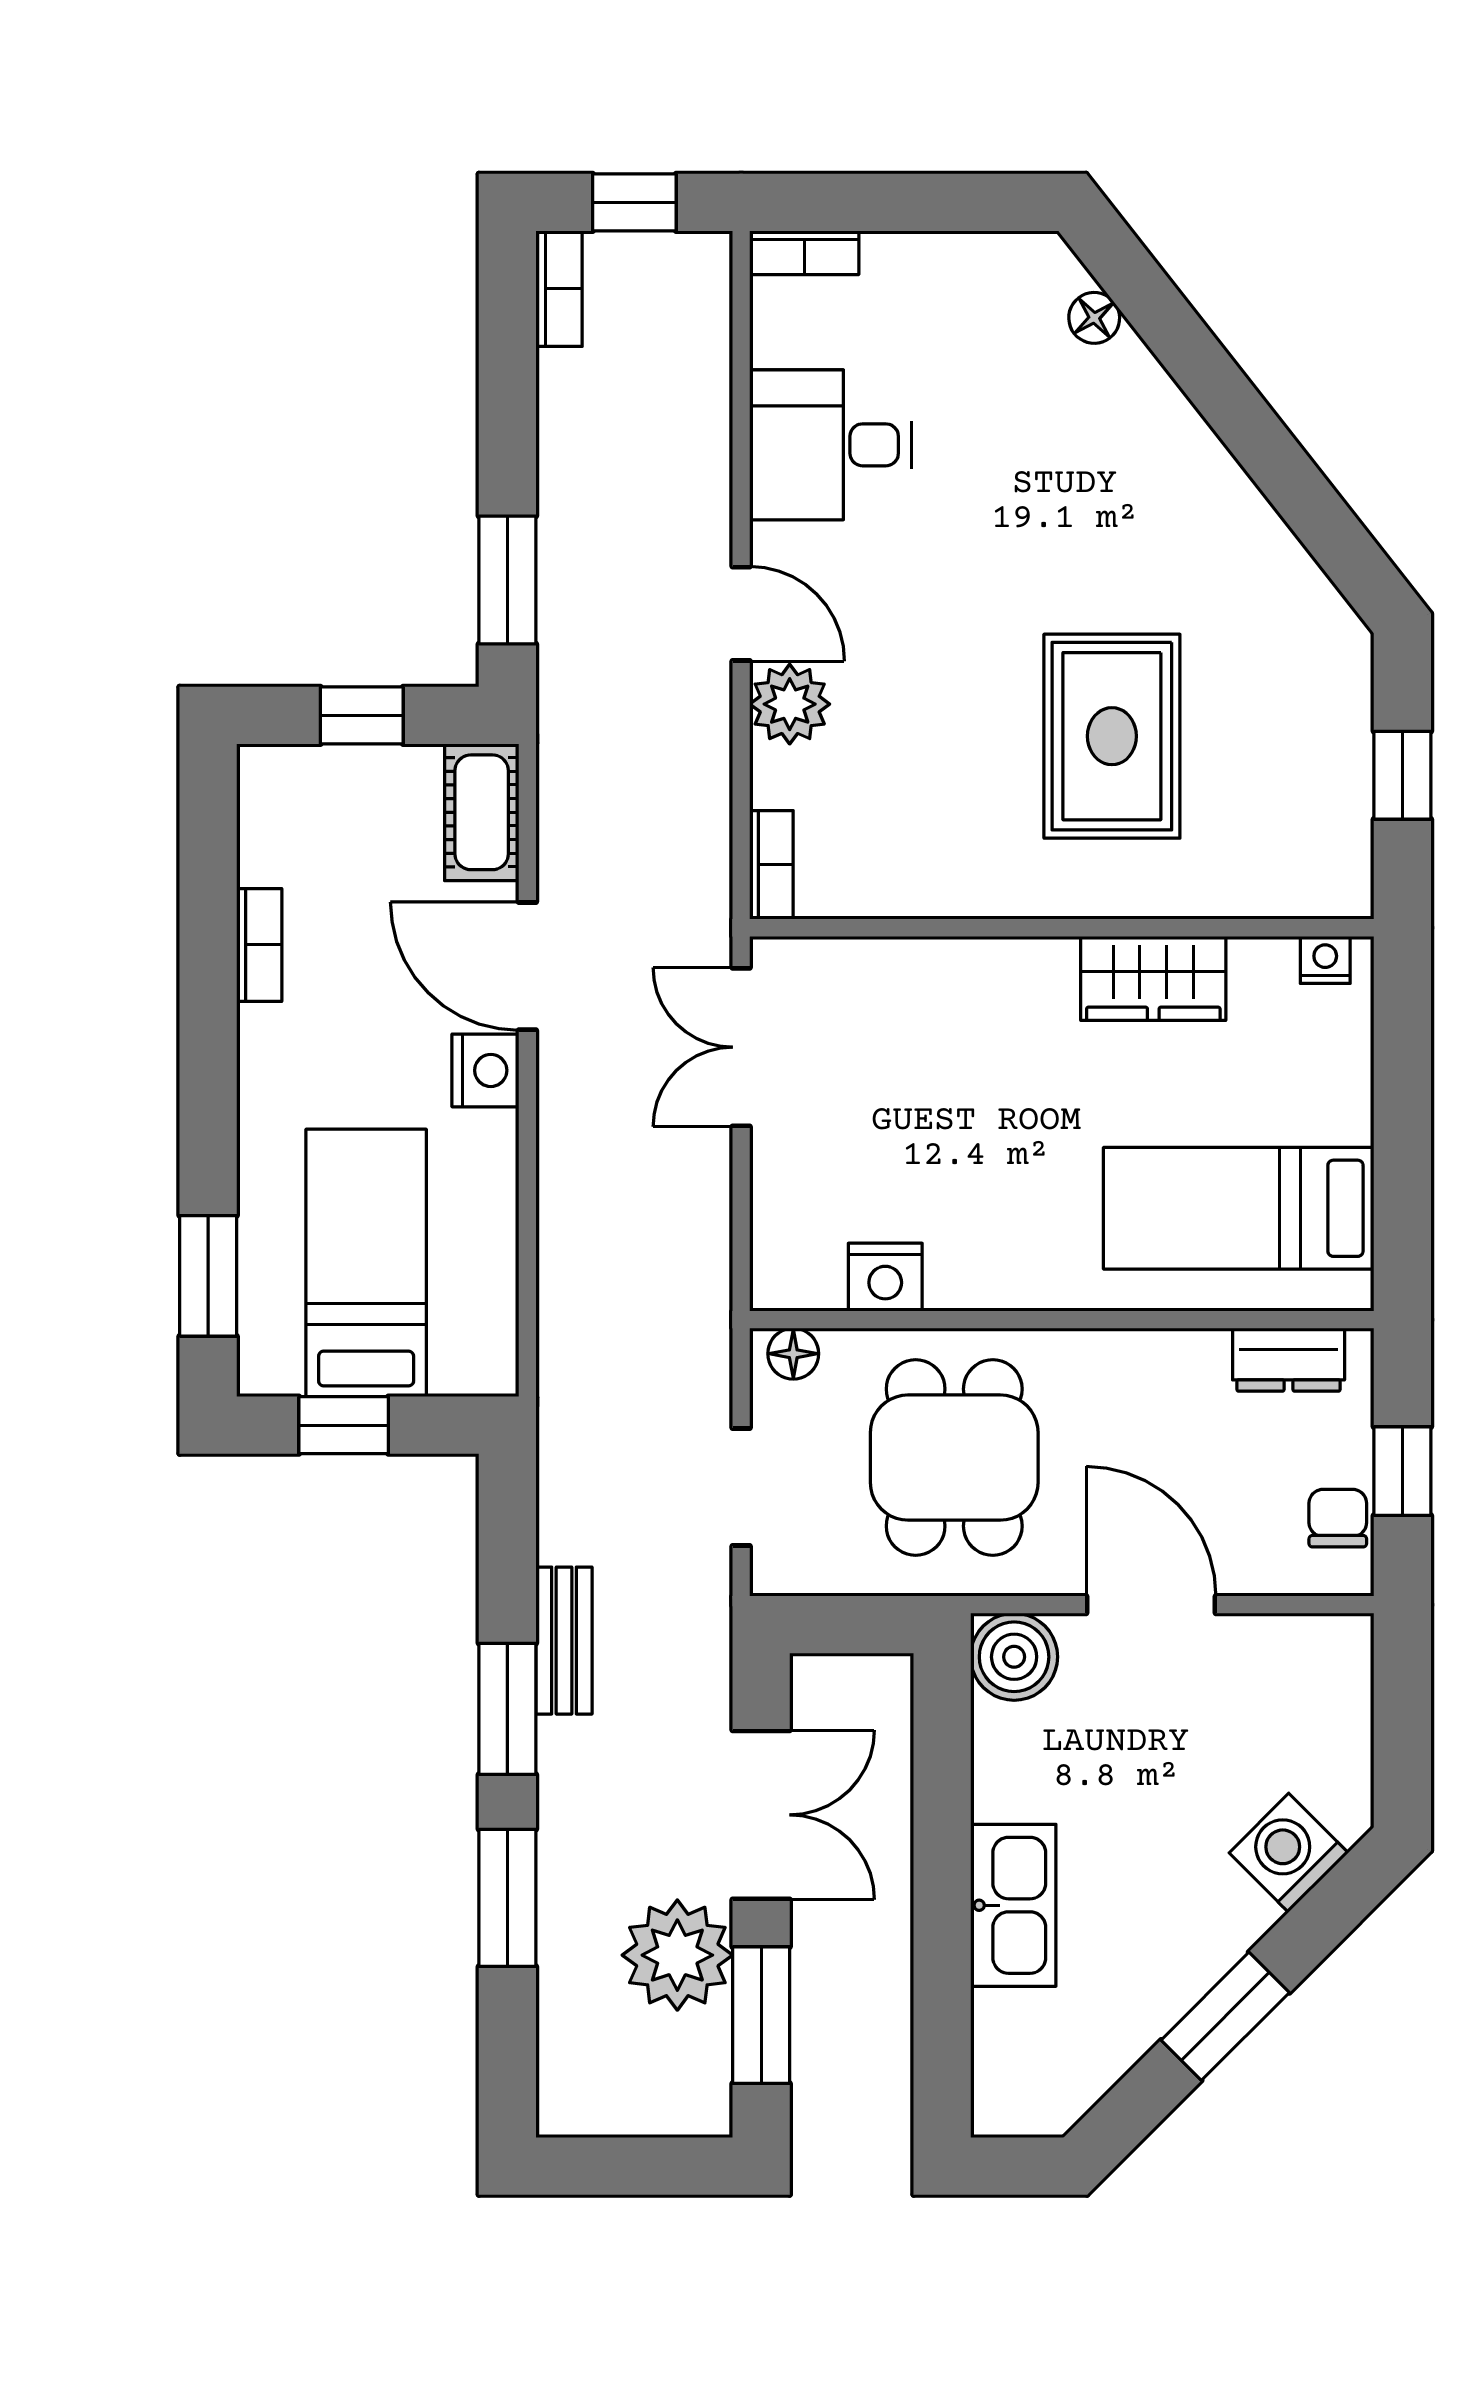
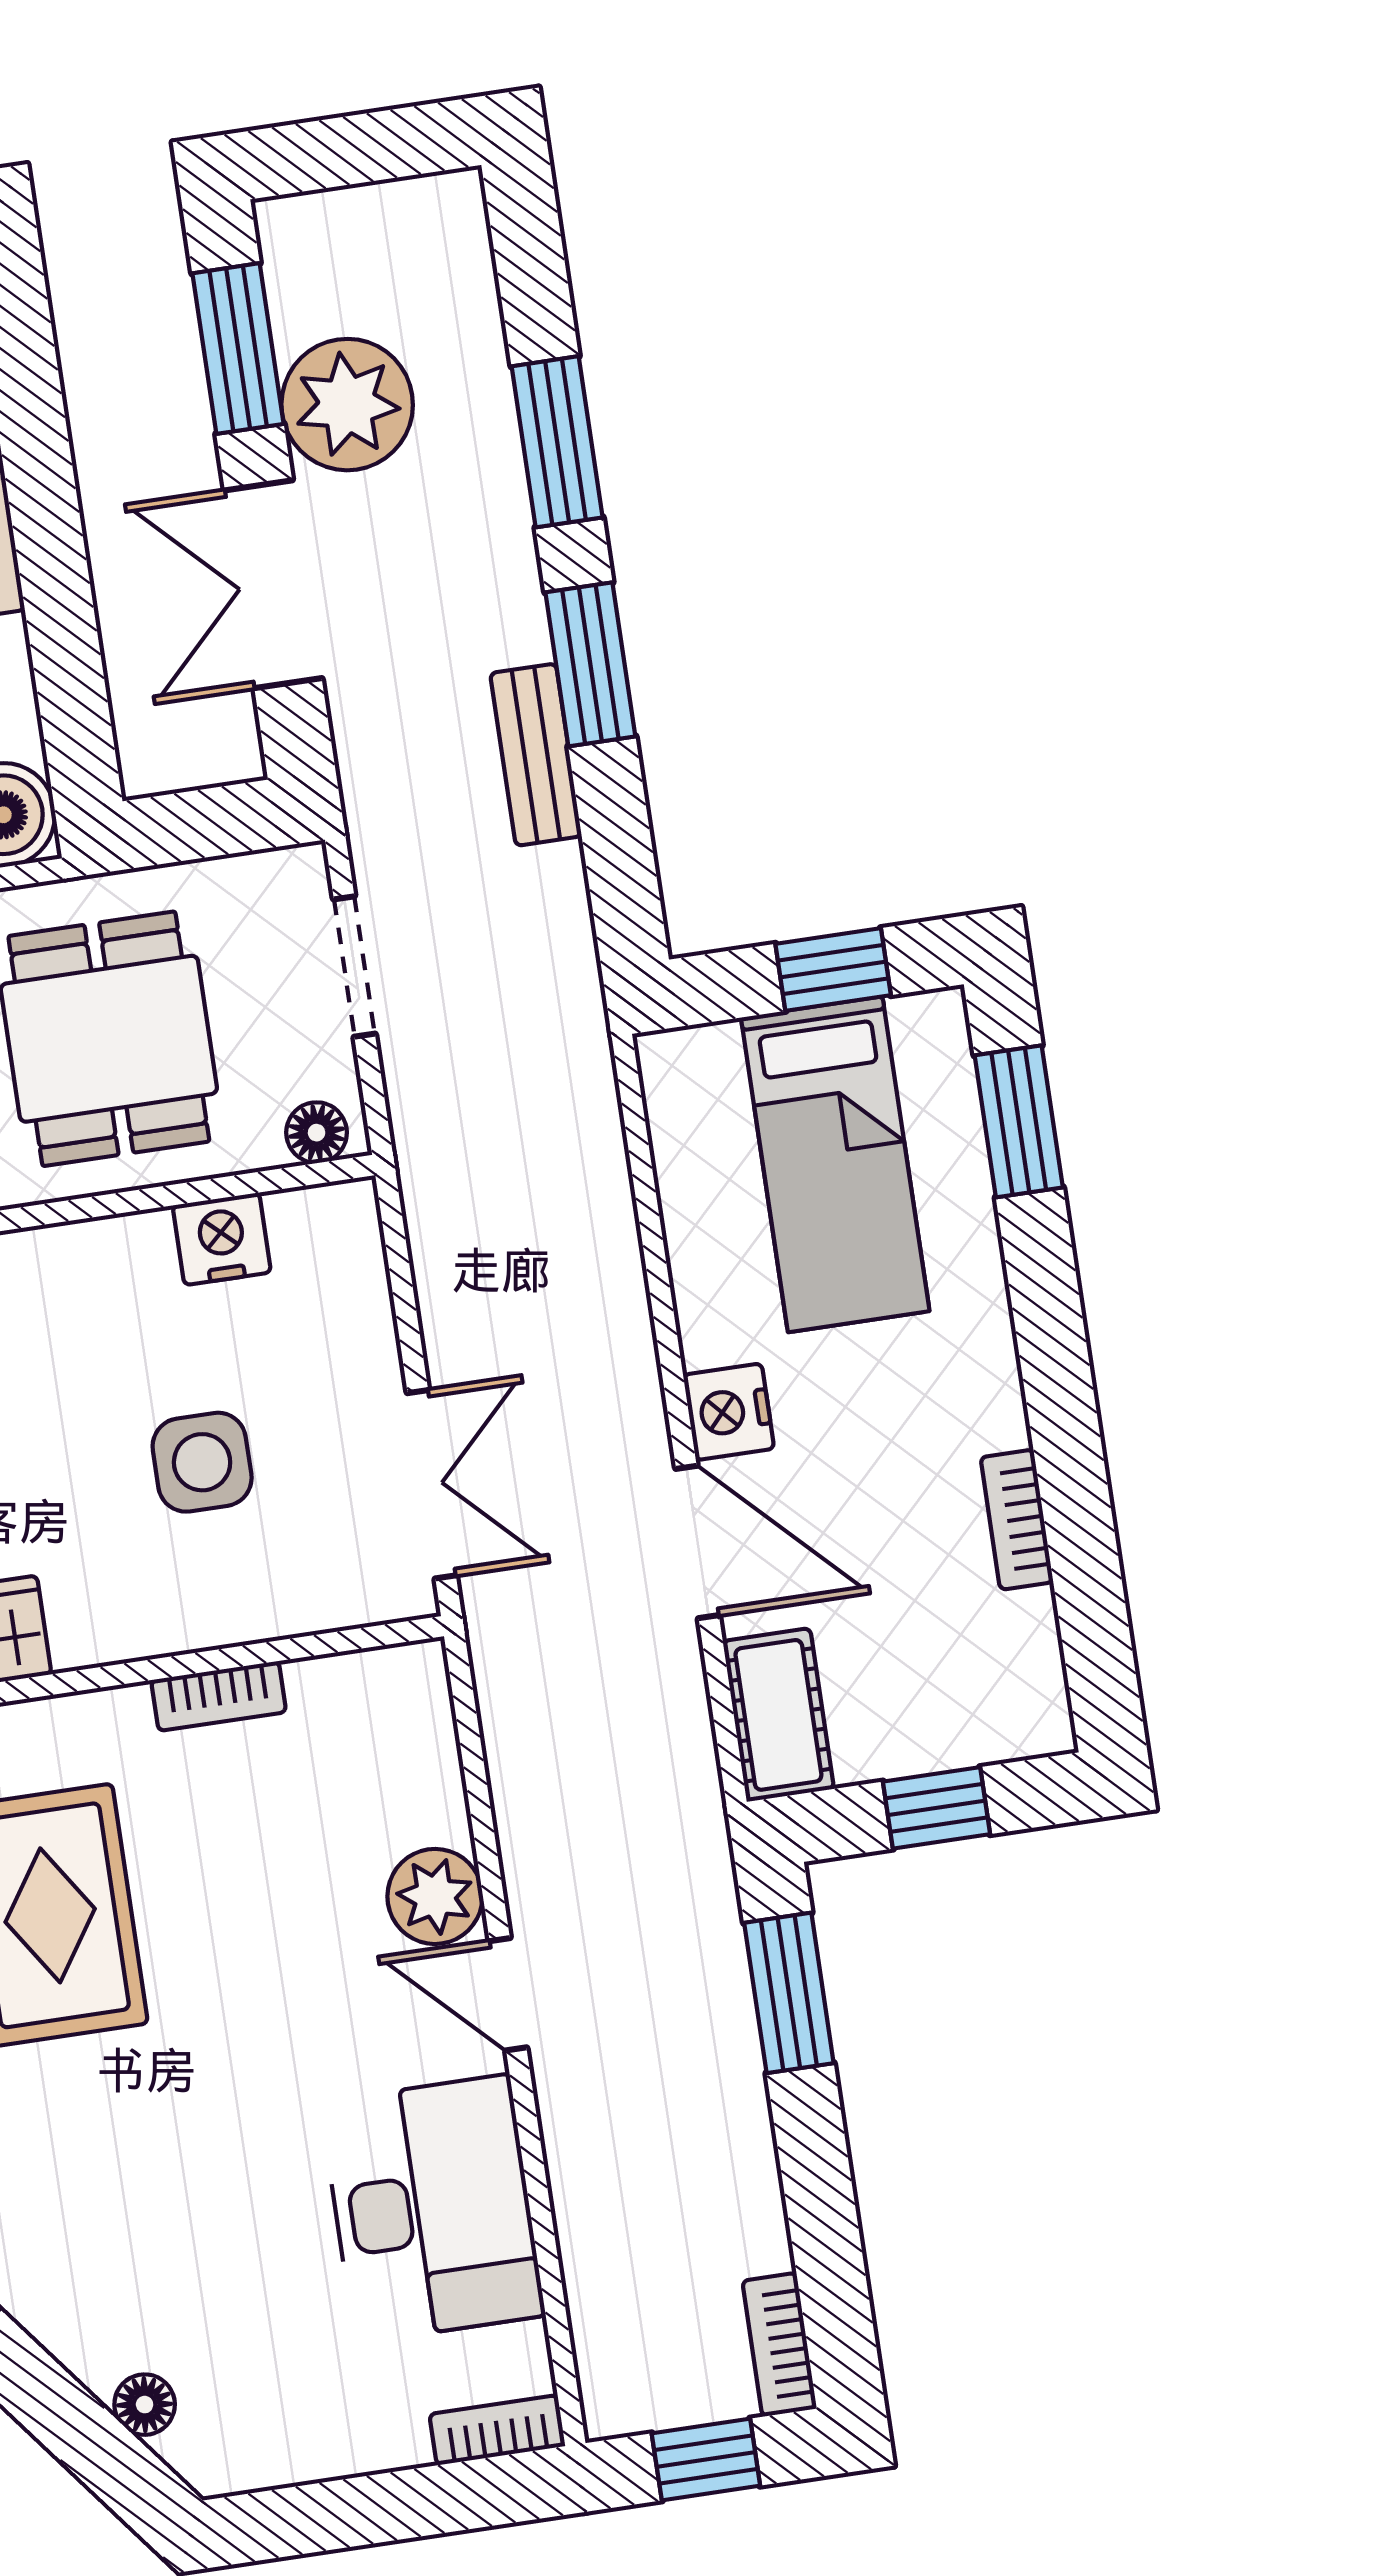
desk: (831, 445) -> (433, 2209), width x1.37
bookcase: (771, 865) -> (219, 1696), moved, turned -90
side table: (929, 1094) -> (202, 1462), added

